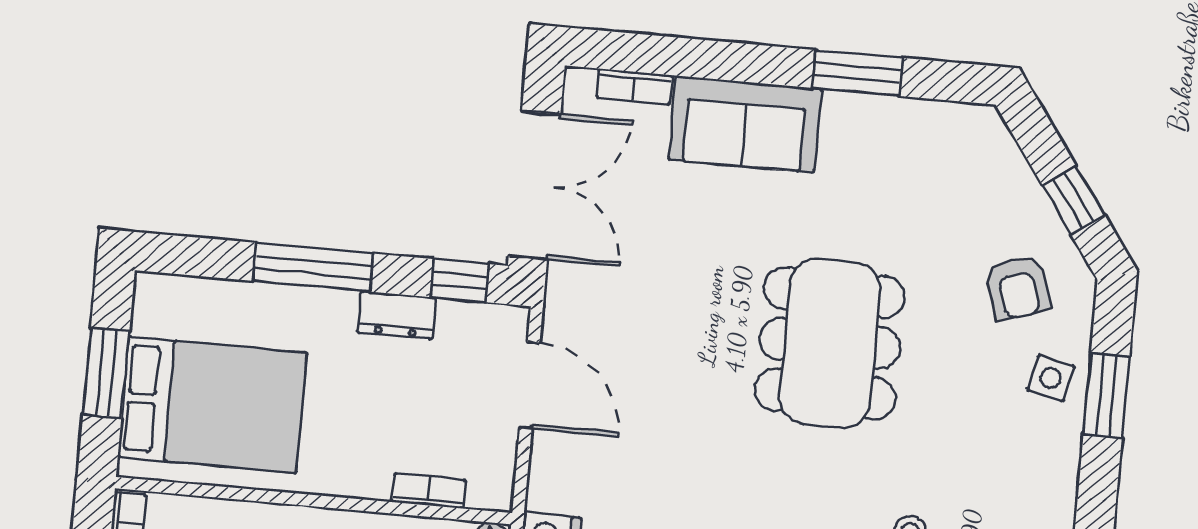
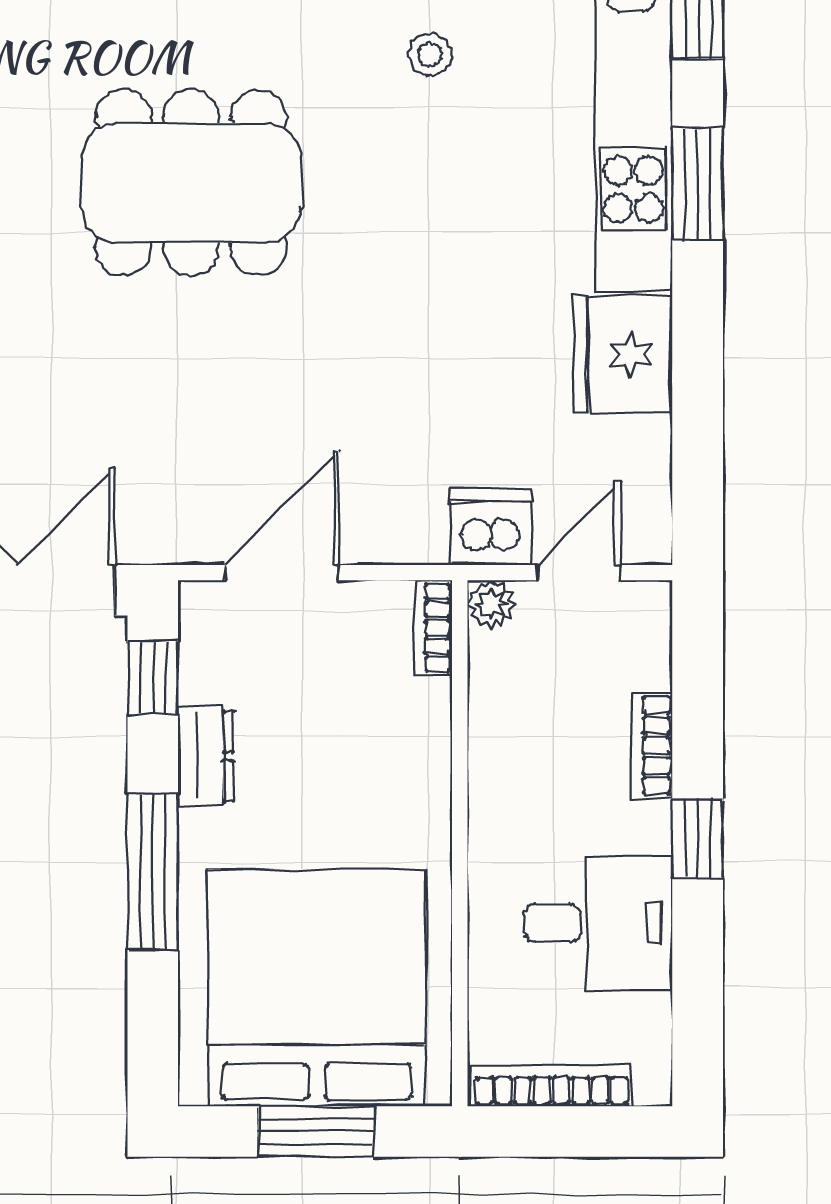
bed: (212, 405) -> (317, 988), width x1.36
bookcase: (429, 491) -> (433, 628), moved

